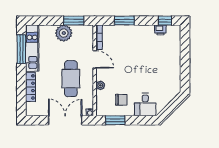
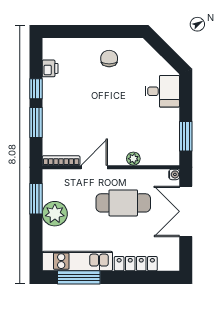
window: (165, 21) -> (36, 89), moved
chair: (121, 100) -> (109, 59), moved

